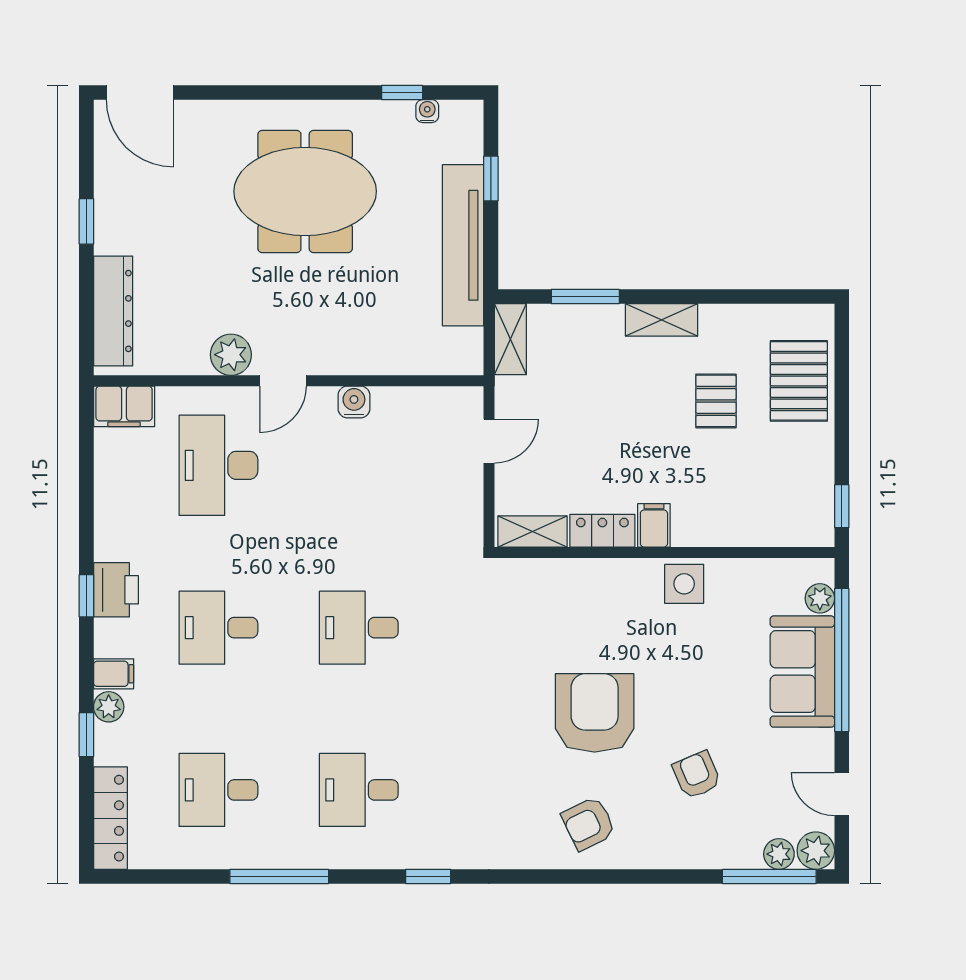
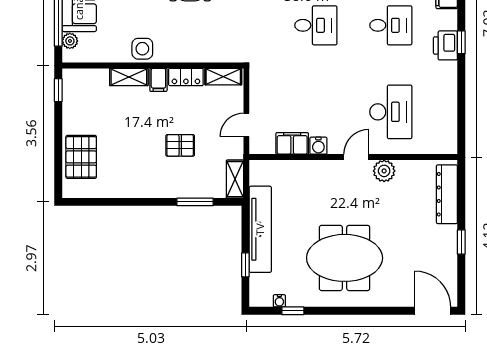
shelving: (662, 320) -> (129, 77), moved
pallet: (716, 401) -> (180, 145), moved, turned 90
filing cabinet: (124, 406) -> (292, 143), moved

